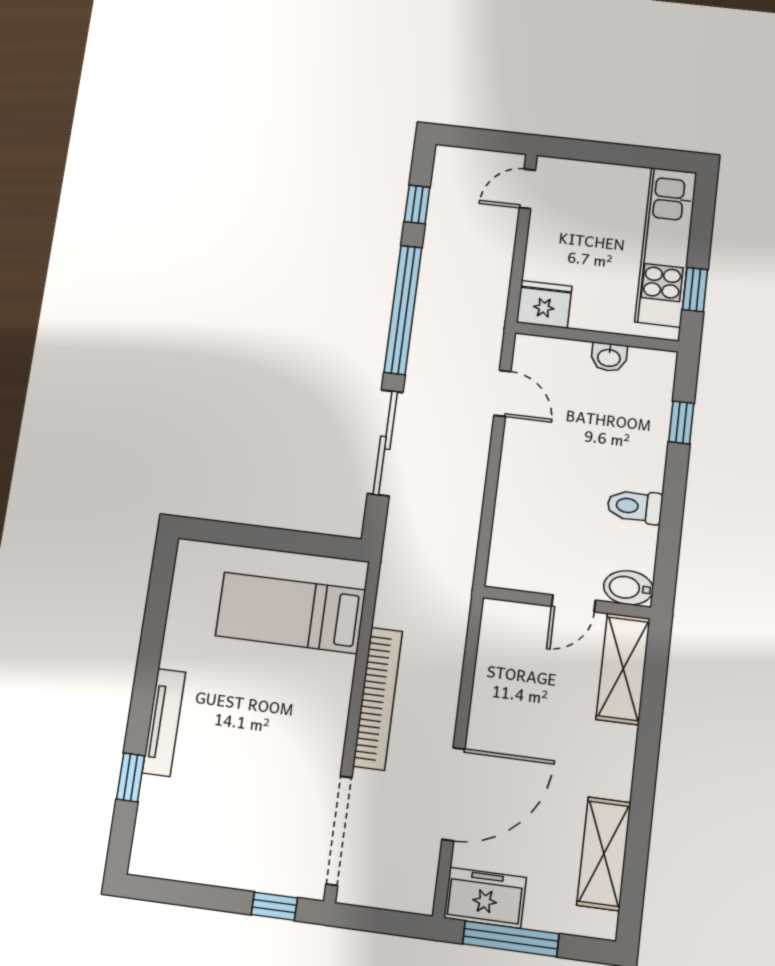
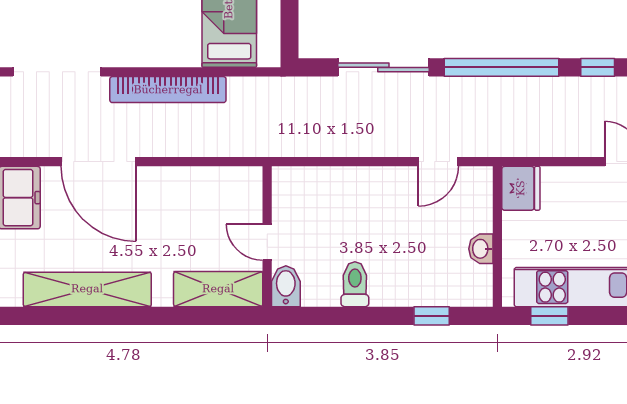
shelving: (604, 854) -> (87, 289), width x1.47

